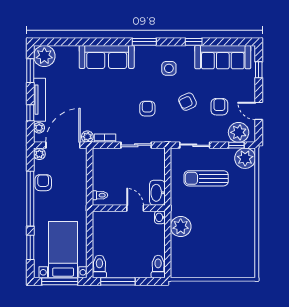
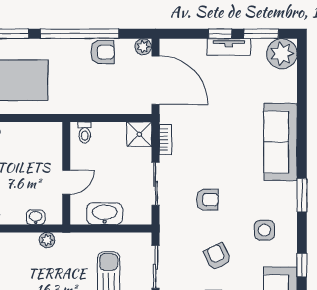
tv unit: (39, 100) -> (229, 47), width x0.71
window: (30, 113) -> (220, 34), moved
plant: (39, 128) -> (180, 46), removed
plant: (87, 137) -> (168, 115), removed
shower: (101, 157) -> (139, 134), added
washbasin: (157, 193) -> (105, 214), moved
washbasin: (160, 217) -> (36, 217), moved
plant: (181, 227) -> (47, 240), width x0.53, depth x0.53

